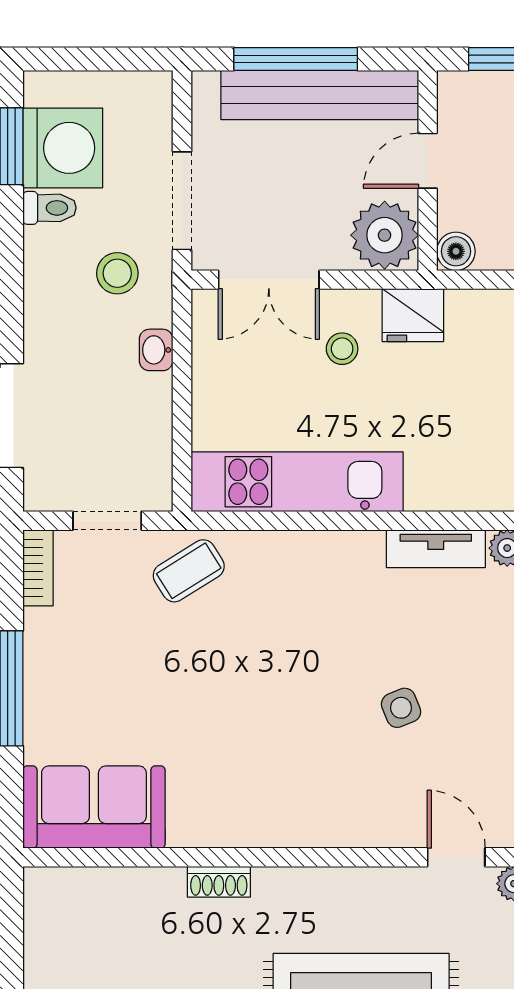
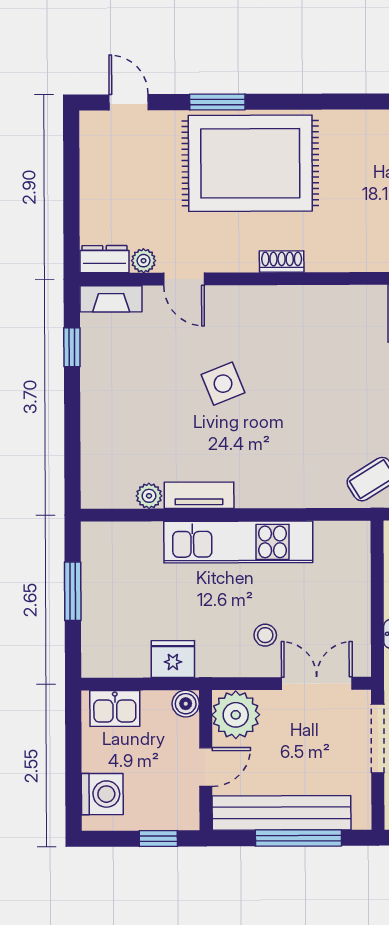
fridge: (413, 315) -> (173, 659), moved
kitchen unit: (297, 482) -> (238, 542), moved
side table: (401, 708) -> (223, 384), width x1.37, depth x1.37
shoe rack: (219, 882) -> (282, 262), moved

